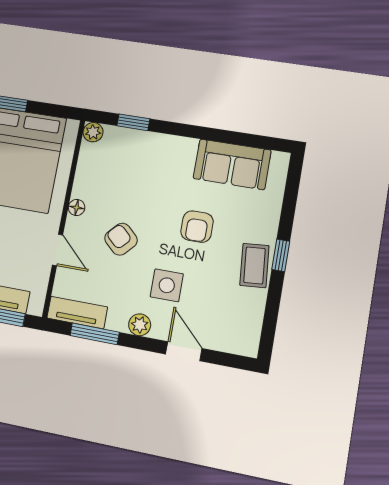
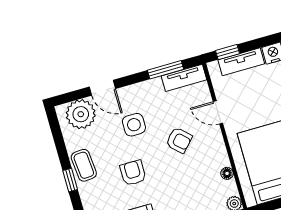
floor lamp: (77, 208) -> (227, 173), moved
plant: (140, 325) -> (81, 114), moved, width x1.88, depth x1.88

